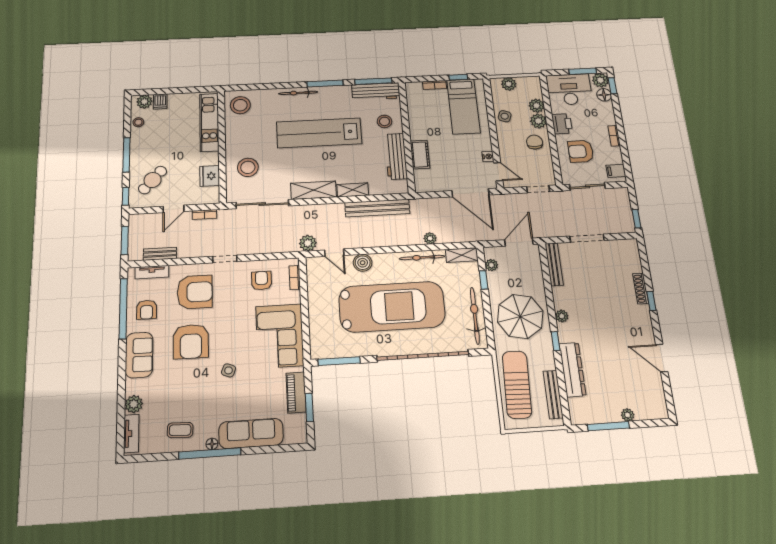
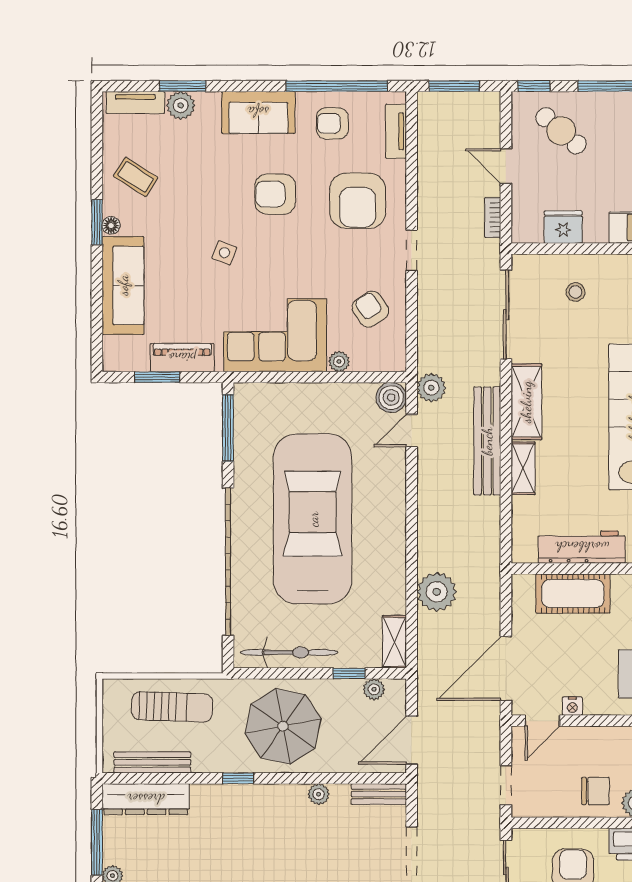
cot: (420, 155) -> (573, 593), width x1.37, depth x1.34
stool: (248, 167) -> (576, 292), width x0.53, depth x0.53
bench: (377, 208) -> (487, 441), moved
plant: (430, 238) -> (437, 592), width x1.88, depth x1.88
door: (519, 242) -> (412, 740), swing flipped
bench: (160, 254) -> (427, 144), removed
bicycle: (422, 257) -> (394, 575), removed
boiler: (363, 263) -> (391, 398), moved
bench: (554, 264) -> (379, 794), width x0.73
bookcase: (295, 278) -> (372, 364), removed
armchair: (262, 281) -> (370, 309), turned -123
plant: (294, 297) -> (339, 362), added
car: (392, 307) -> (313, 519), turned 180
plant: (562, 316) -> (319, 794), moved
armchair: (191, 341) -> (275, 194), width x0.73, depth x0.73
dresser: (573, 370) -> (146, 799), moved
sun lounger: (517, 384) -> (172, 707), width x0.73, depth x0.75
window: (121, 404) -> (182, 86), added
coffee table: (180, 430) -> (136, 177), turned -59
window: (210, 453) -> (97, 222), width x0.47

